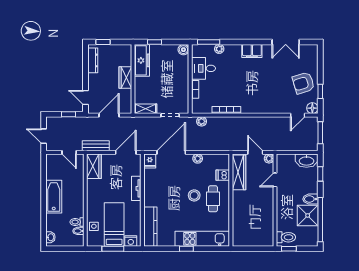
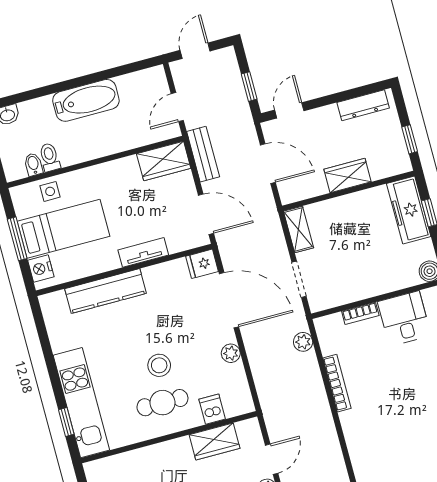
window: (103, 42) -> (410, 139), moved
freezer: (142, 60) -> (409, 210), moved, turned 90
wardrobe: (239, 172) -> (215, 441), width x0.67
kitchen counter: (150, 227) -> (105, 291), moved
window: (186, 249) -> (66, 422), moved

